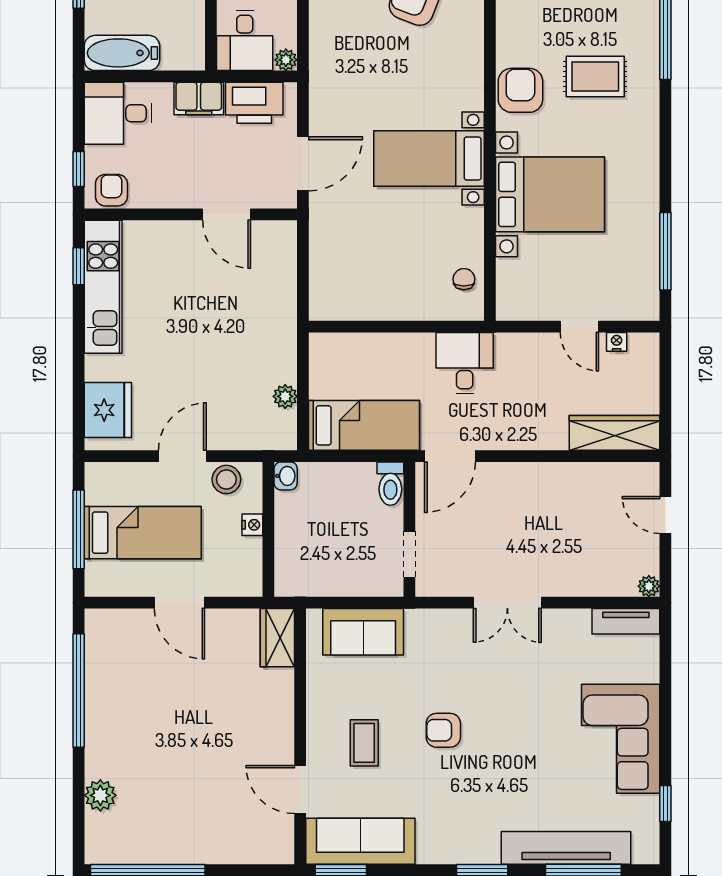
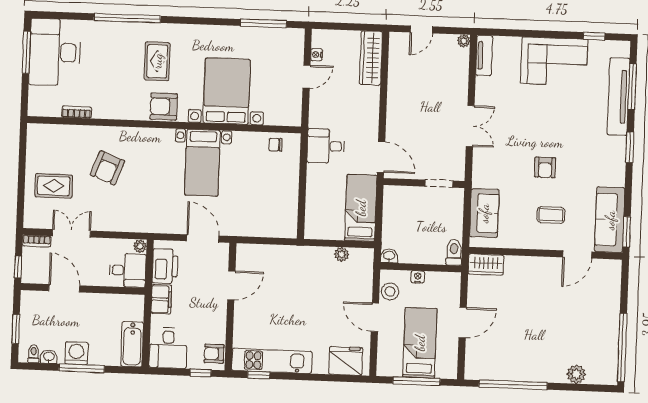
toilet: (390, 484) -> (454, 252), moved, turned -90

